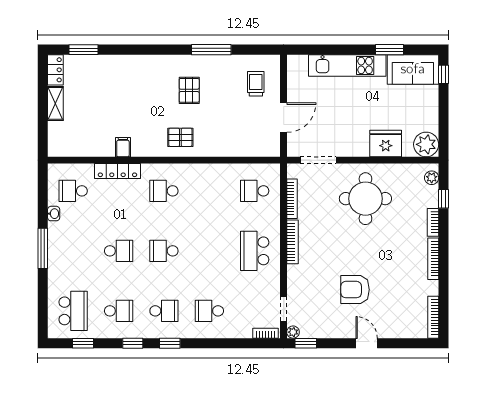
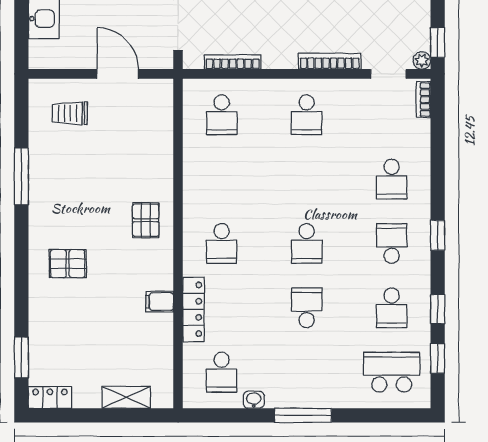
pallet: (189, 90) -> (68, 264), moved
shelving: (55, 103) -> (126, 397), moved
bookcase: (292, 242) -> (330, 61), moved
school desk: (255, 251) -> (307, 115), width x0.54
school desk: (119, 311) -> (392, 308), turned 180
window: (133, 343) -> (438, 309), moved

